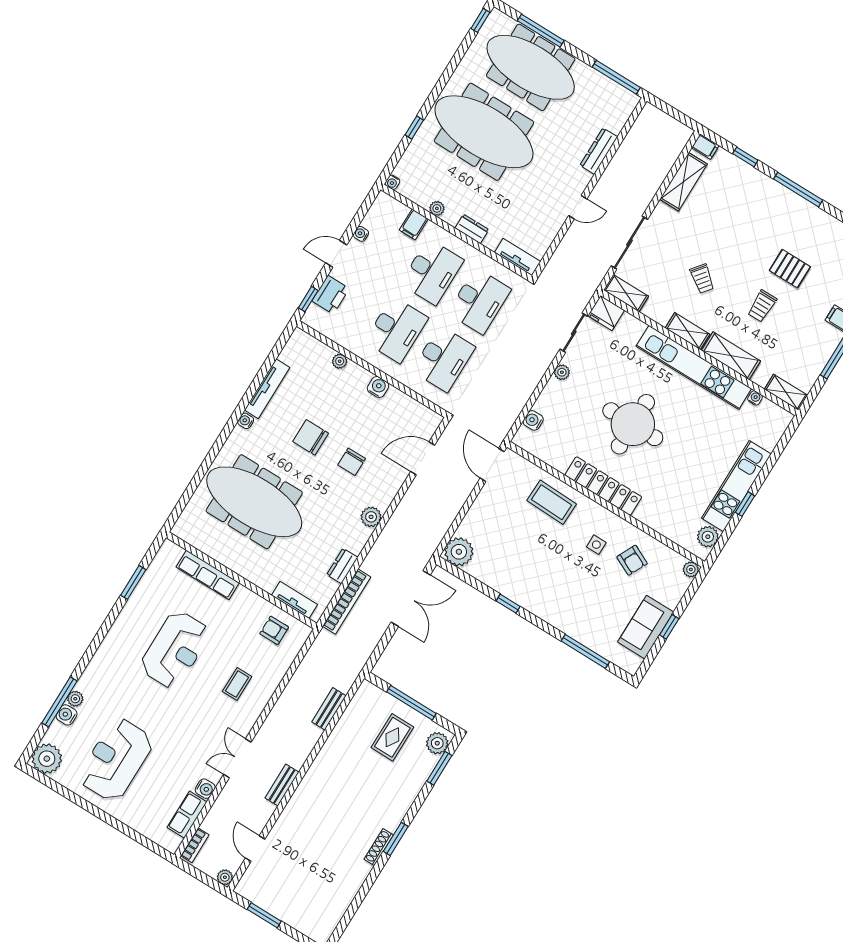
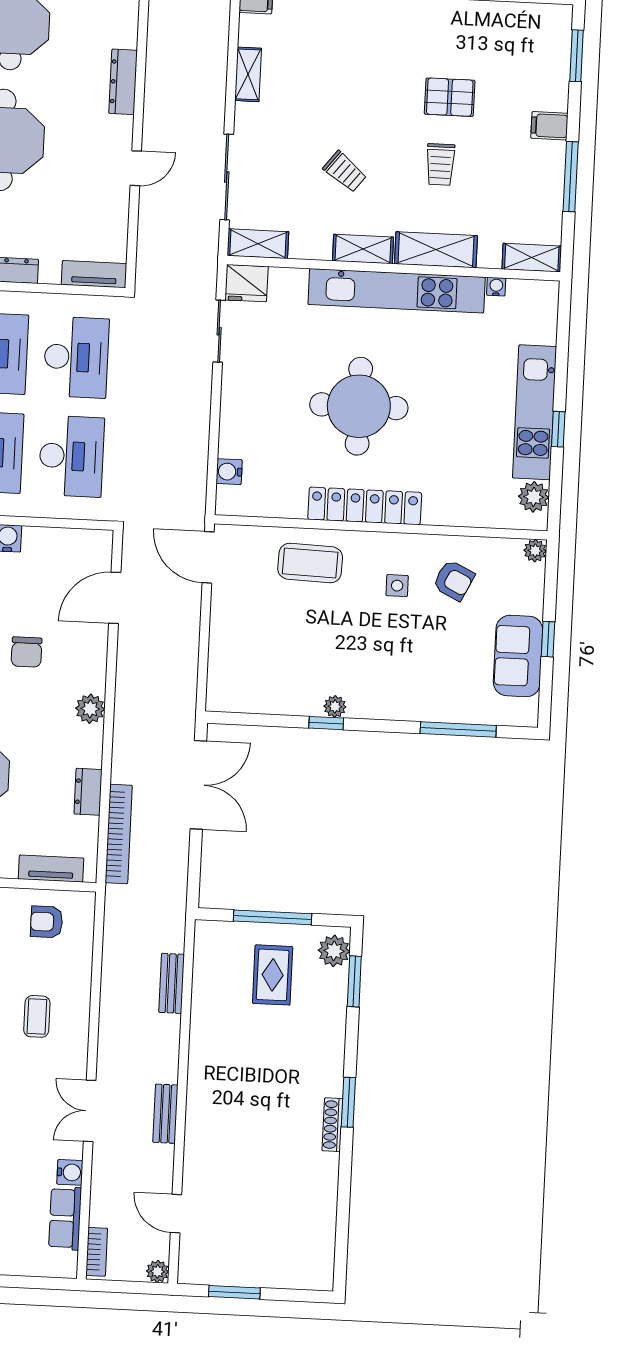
shelving: (684, 182) -> (248, 74), width x0.67, depth x0.75
plant: (562, 372) -> (232, 390), removed
plant: (459, 552) -> (335, 707), moved, width x0.53, depth x0.53

